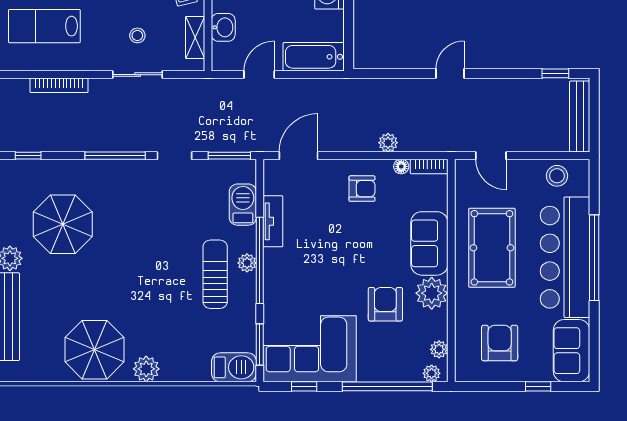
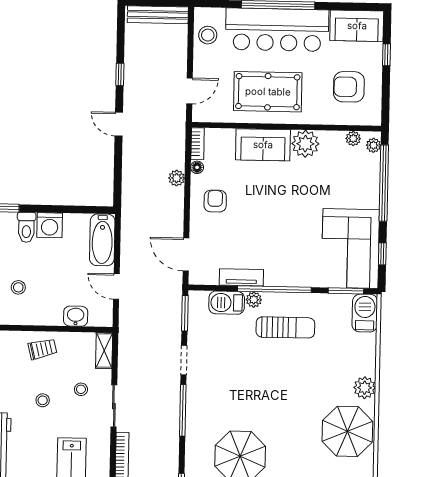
shelving: (195, 38) -> (104, 351), moved, turned 90
window: (555, 73) -> (120, 74), moved
sliding door: (138, 75) -> (114, 406), moved
plant: (247, 263) -> (254, 300), moved
sun lounger: (215, 274) -> (285, 327), turned 180
armchair: (385, 304) -> (314, 183), removed

